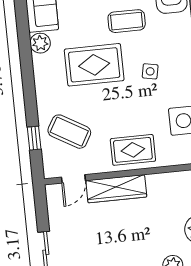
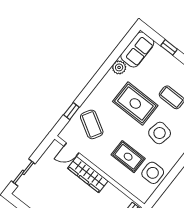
side table: (150, 71) -> (160, 133), width x1.87, depth x1.87
rug: (133, 150) -> (128, 157), moved

